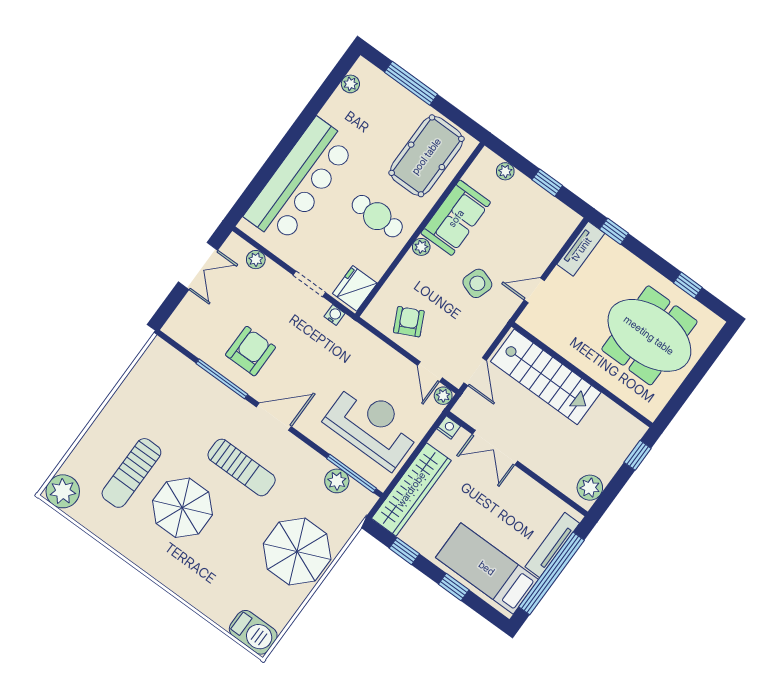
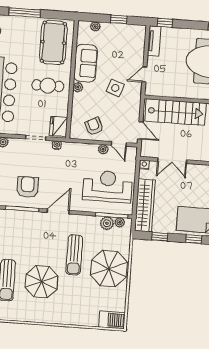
plant: (443, 396) -> (103, 149), moved
sun lounger: (242, 467) -> (74, 255), moved, turned 90
plant: (357, 492) -> (120, 222), added

